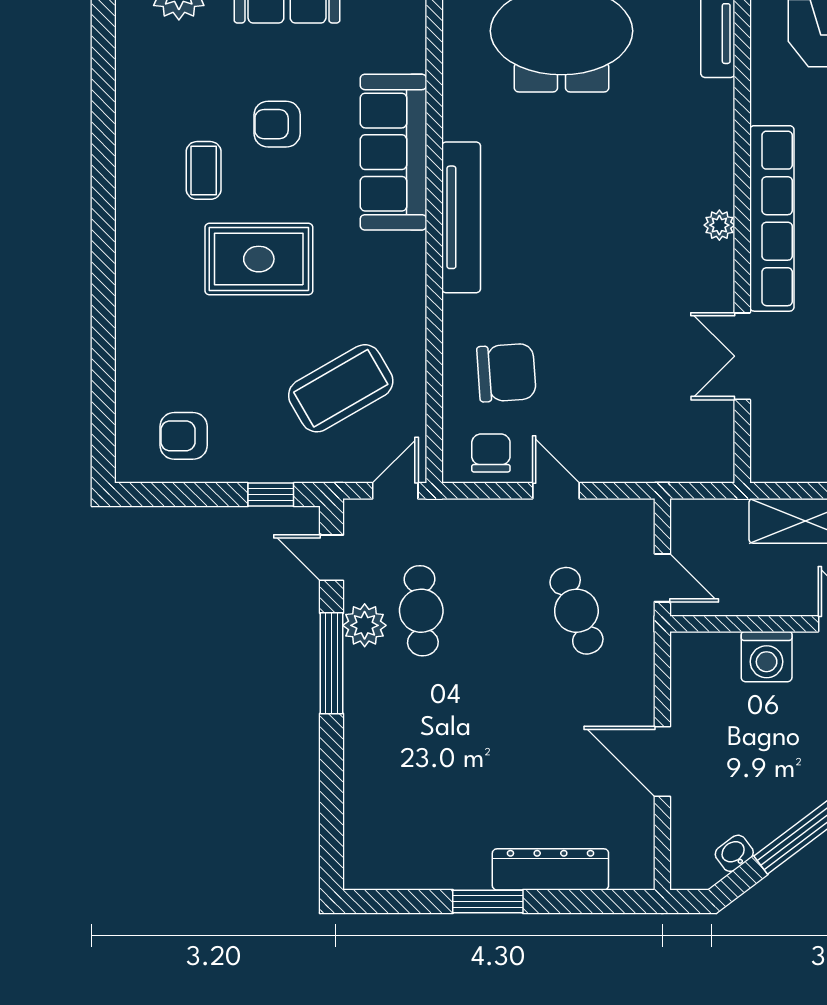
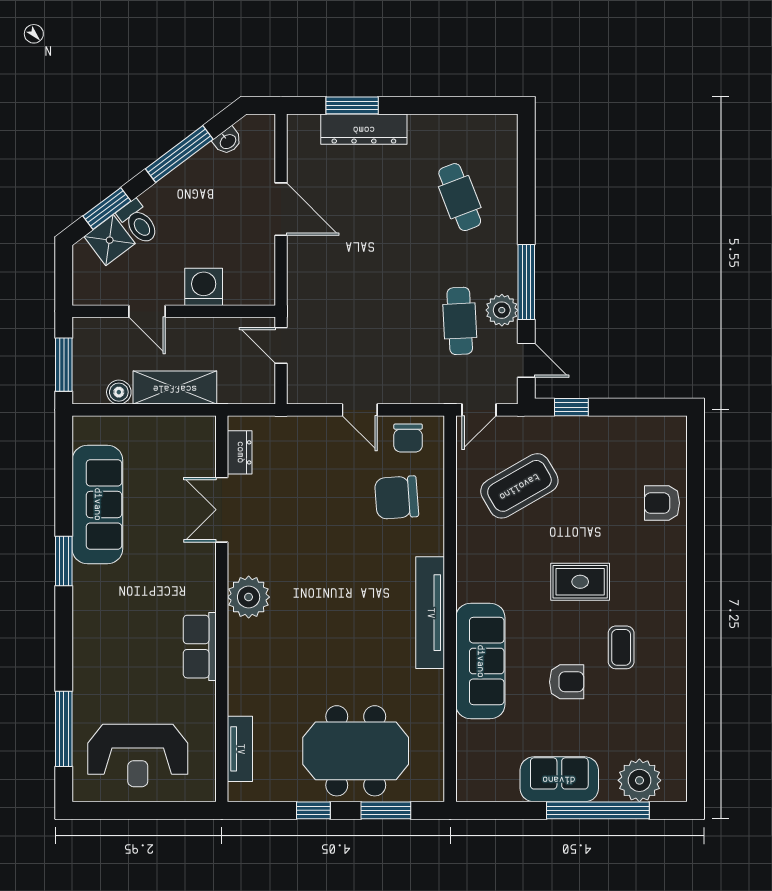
row of seats: (772, 218) -> (200, 647), width x0.50
plant: (719, 225) -> (249, 597), width x1.88, depth x1.88
rug: (259, 259) -> (580, 582), width x0.73, depth x0.70
double door: (742, 356) -> (222, 510), swing flipped
dresser: (718, 434) -> (240, 452), added
armchair: (184, 436) -> (662, 503), moved, turned 180
cafe table: (576, 611) -> (460, 197), moved
window: (488, 901) -> (352, 105), moved

